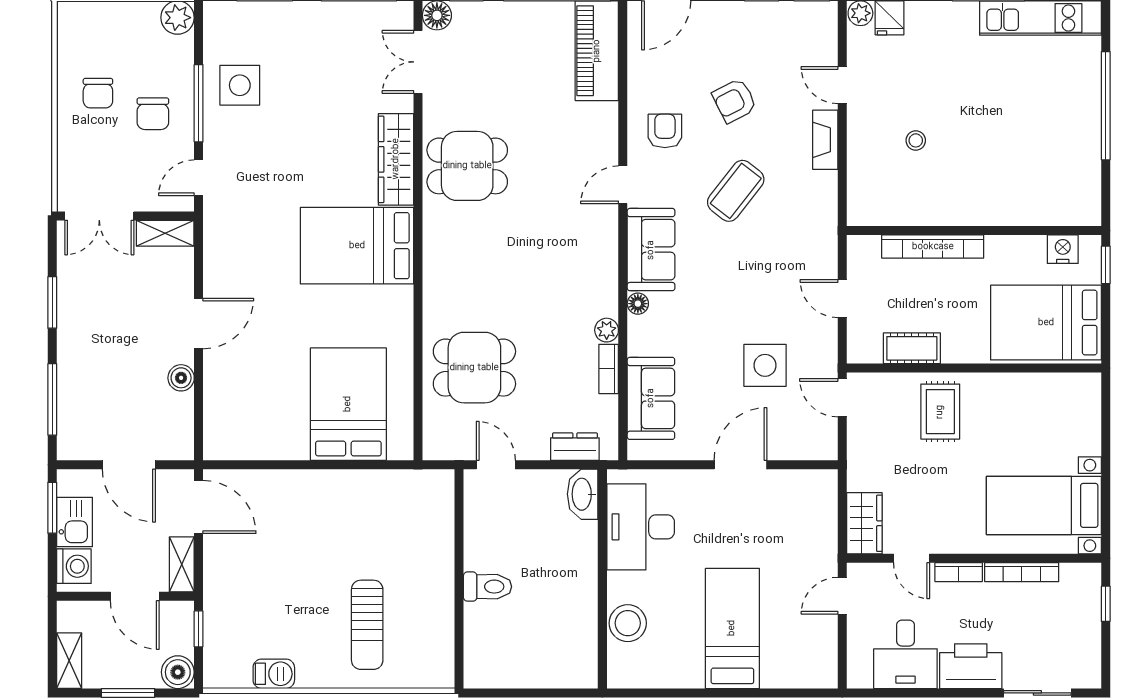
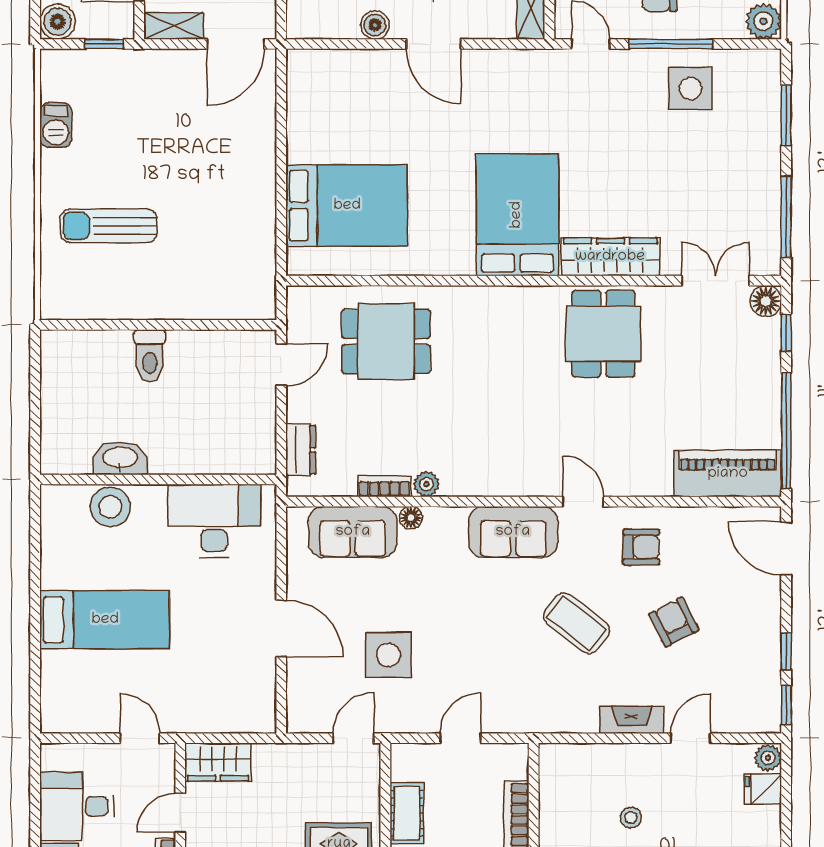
floor lamp: (638, 304) -> (411, 518), moved
dining table: (474, 368) -> (386, 341), turned 90
washbasin: (583, 494) -> (120, 458), moved

